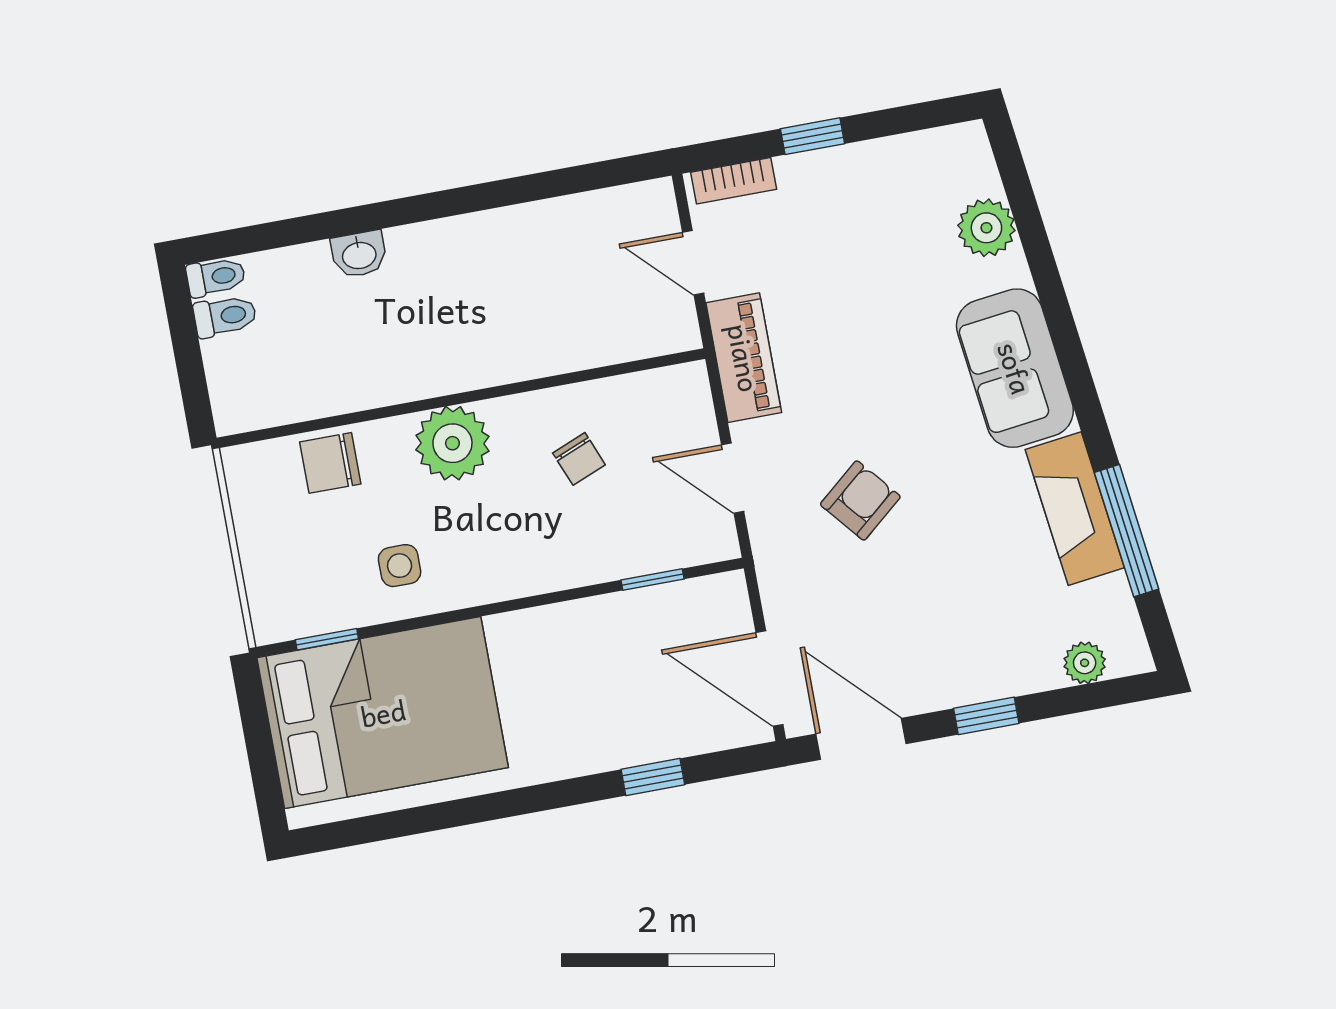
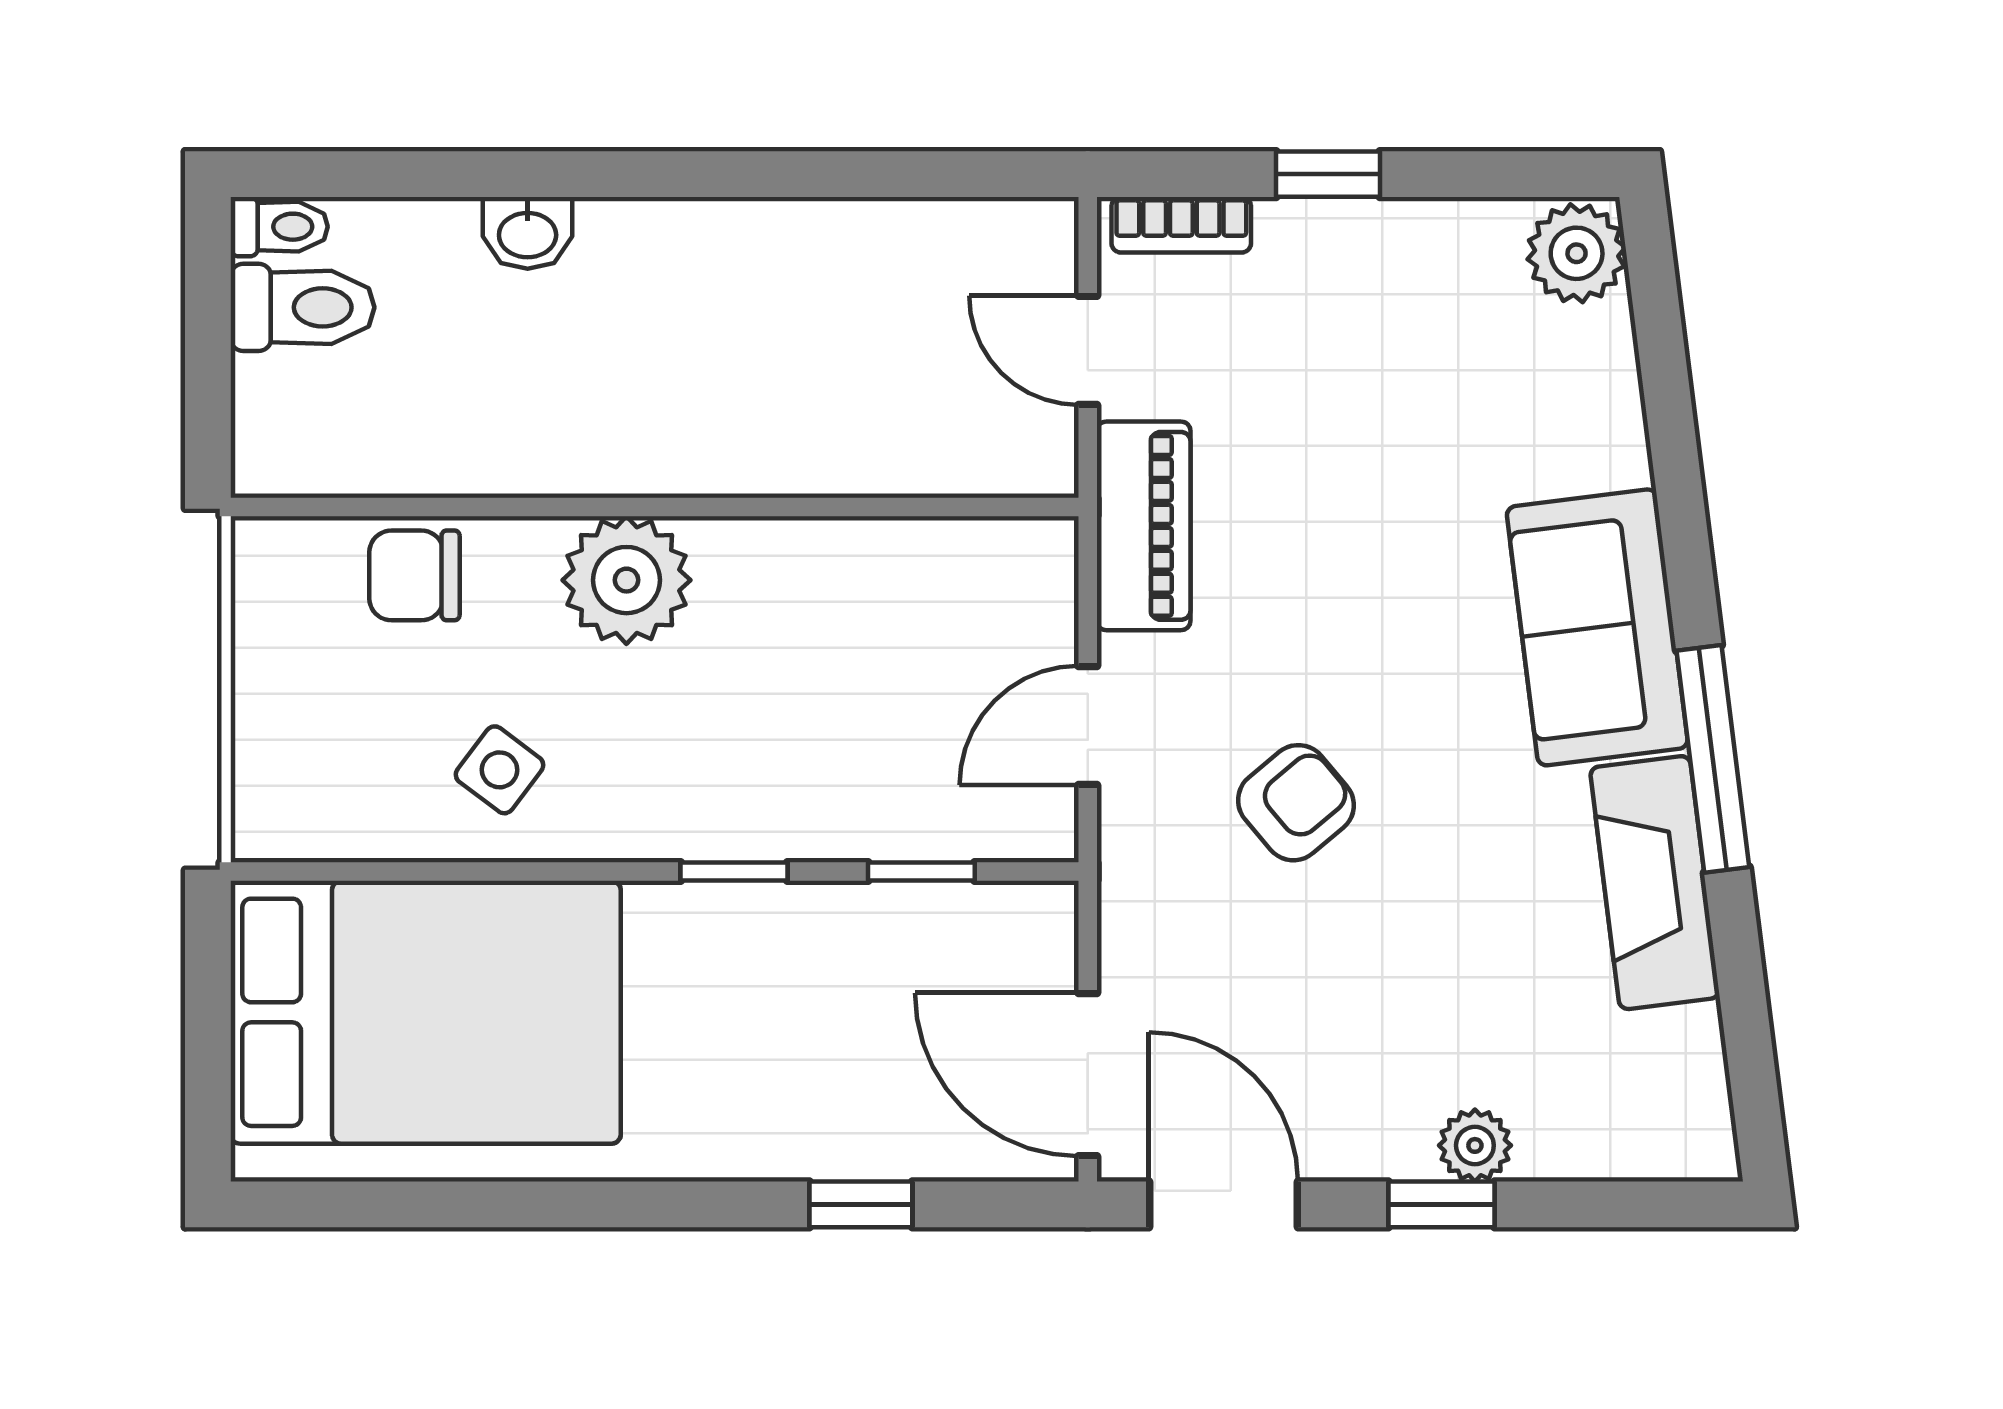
plant: (986, 228) -> (1577, 253), moved
toilet: (225, 316) -> (303, 307), width x1.37, depth x1.39
chair: (579, 459) -> (835, 646), removed
door: (733, 478) -> (1088, 726), hinge flipped
window: (1127, 531) -> (1713, 759), moved
side table: (400, 566) -> (500, 770), turned 37
window: (327, 639) -> (734, 872), moved
plant: (1085, 663) -> (1475, 1145), moved

